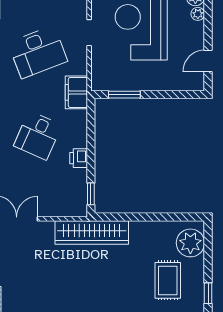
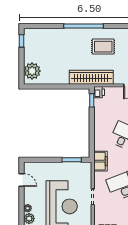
door: (208, 61) -> (22, 180), hinge flipped
printer: (79, 158) -> (99, 92), moved
rug: (168, 280) -> (103, 47), moved, turned 90

